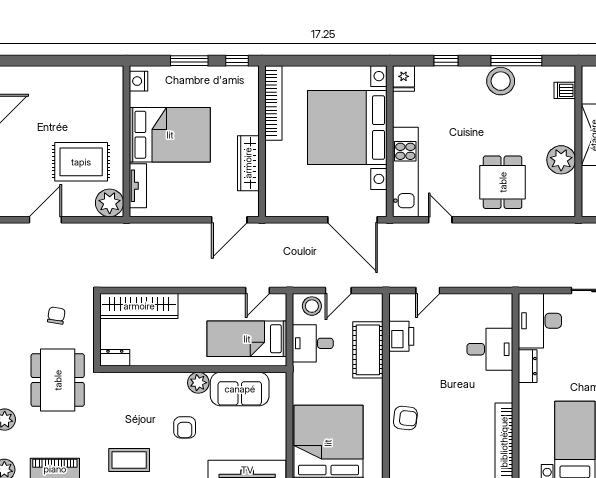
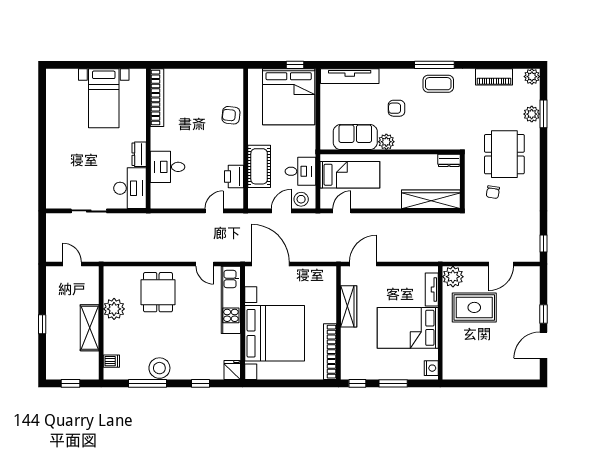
dining table: (58, 380) -> (504, 154), moved
armchair: (185, 427) -> (397, 108), turned -90

